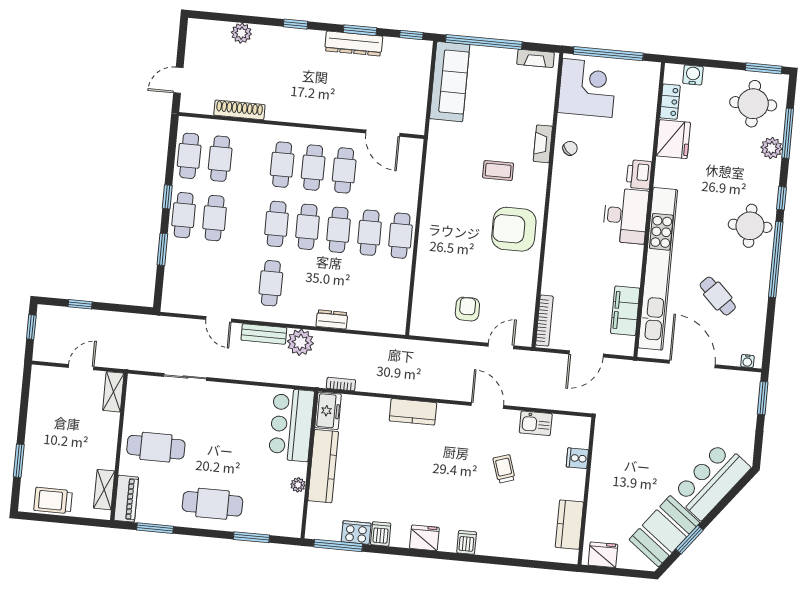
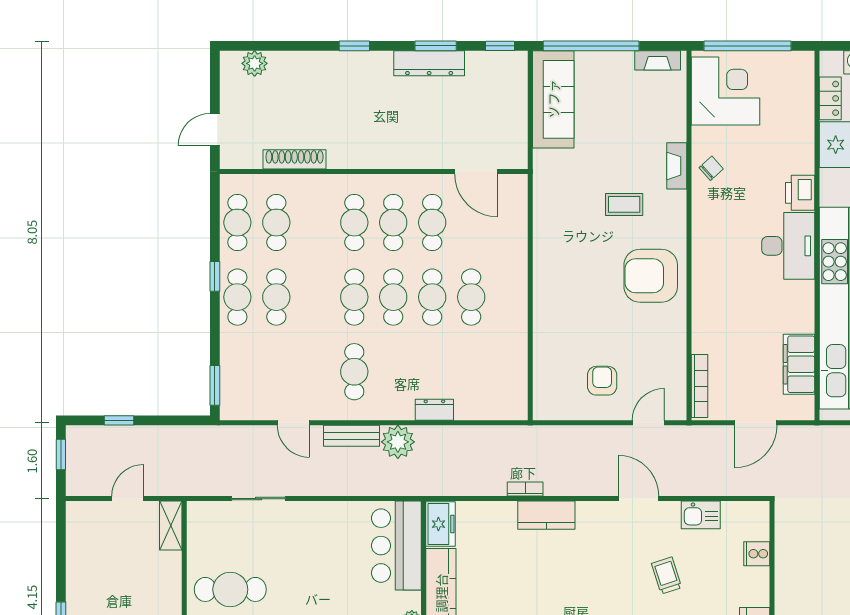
plant: (241, 33) -> (255, 63), moved
cafe table: (401, 236) -> (510, 297), removed
window: (162, 249) -> (215, 385), moved
bookcase: (341, 384) -> (525, 489), moved

